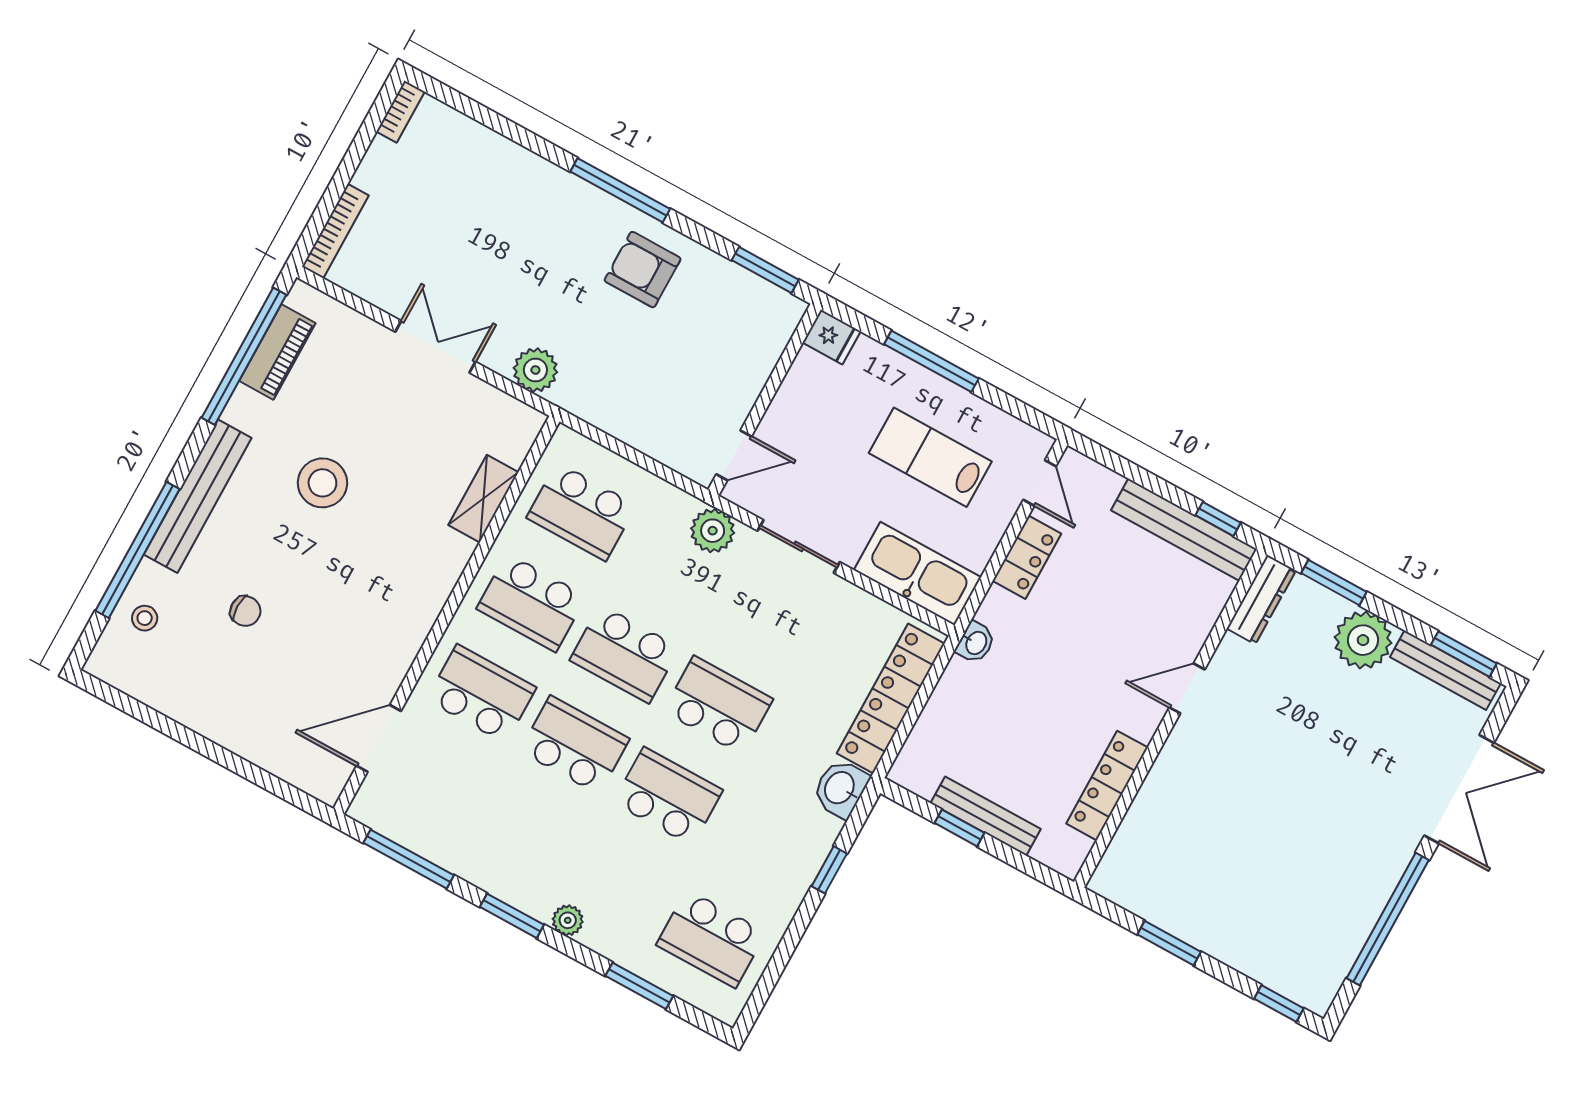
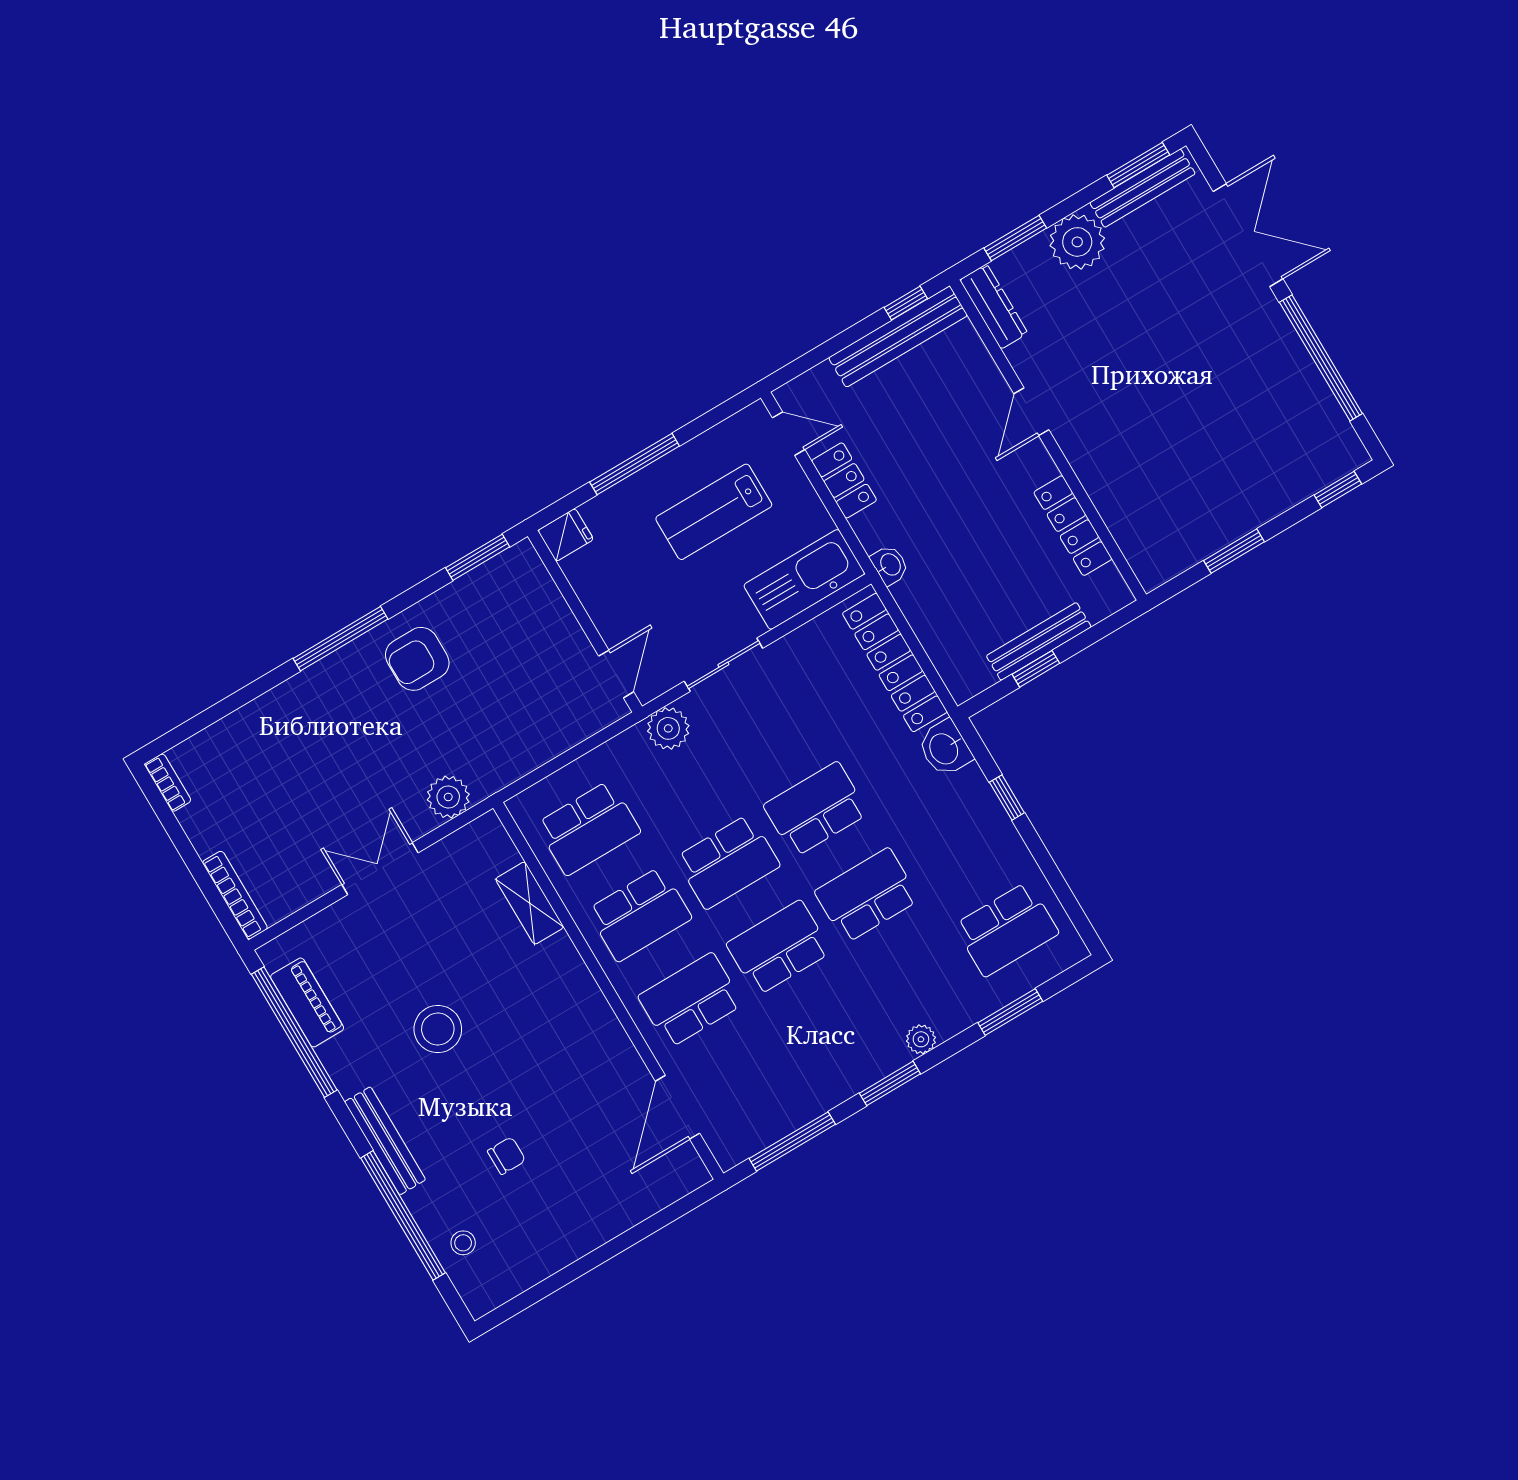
bench: (198, 496) -> (385, 1141), width x0.73, depth x0.82

